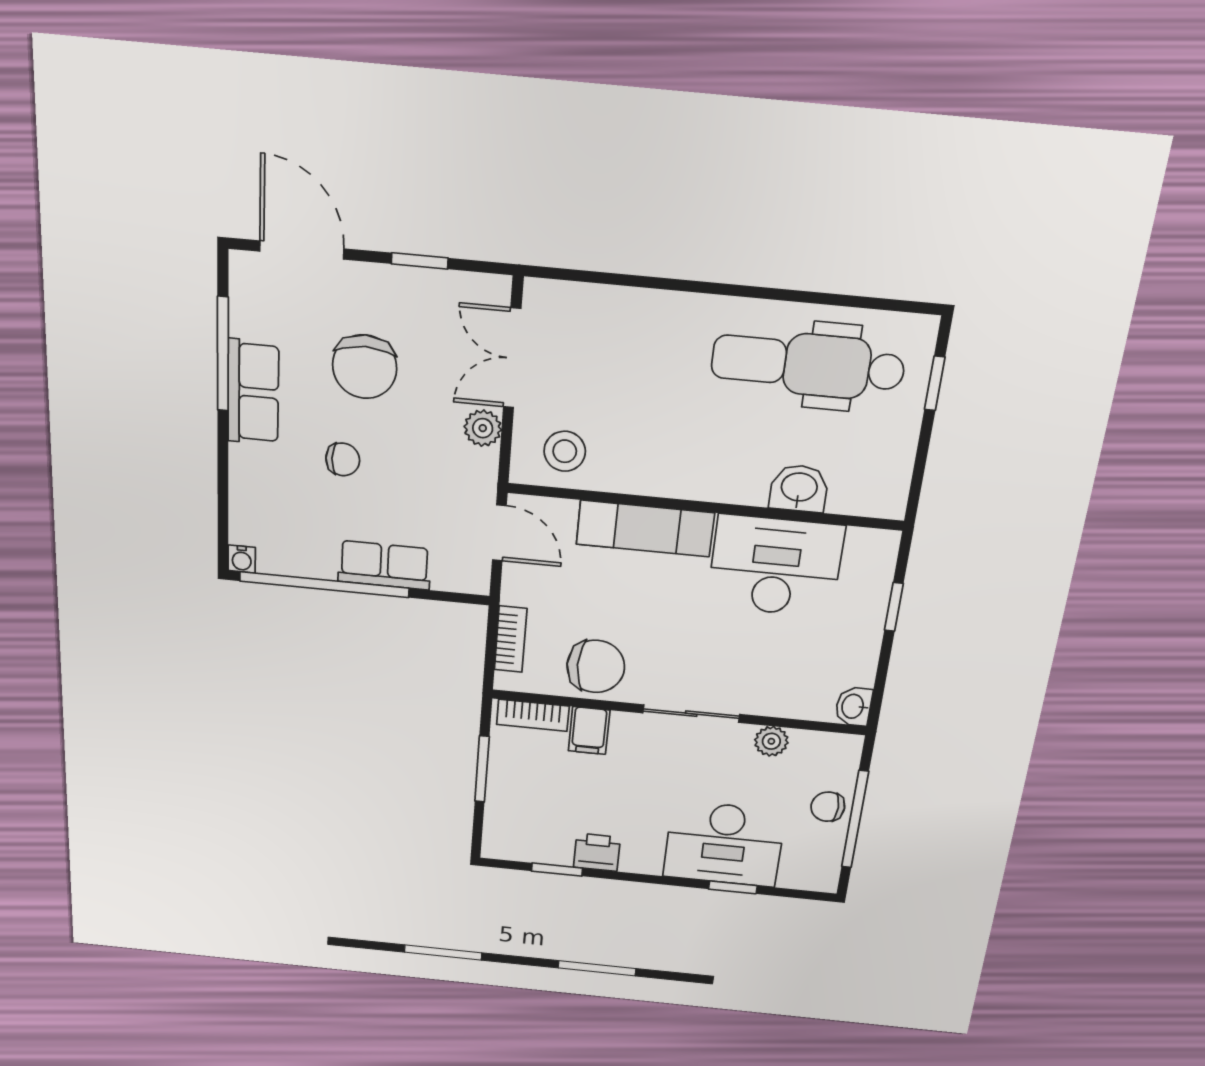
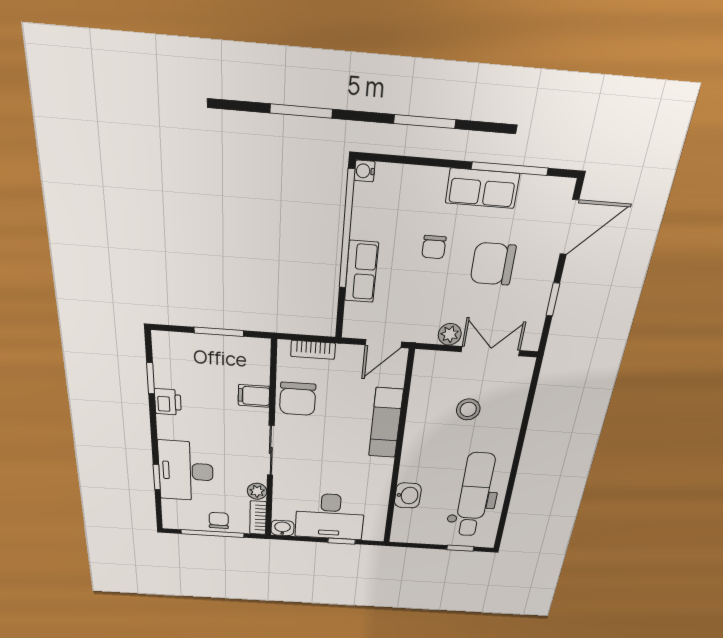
stool: (565, 451) -> (468, 409), moved
desk: (775, 566) -> (330, 517), moved, turned 90
bookcase: (533, 715) -> (258, 518), moved

